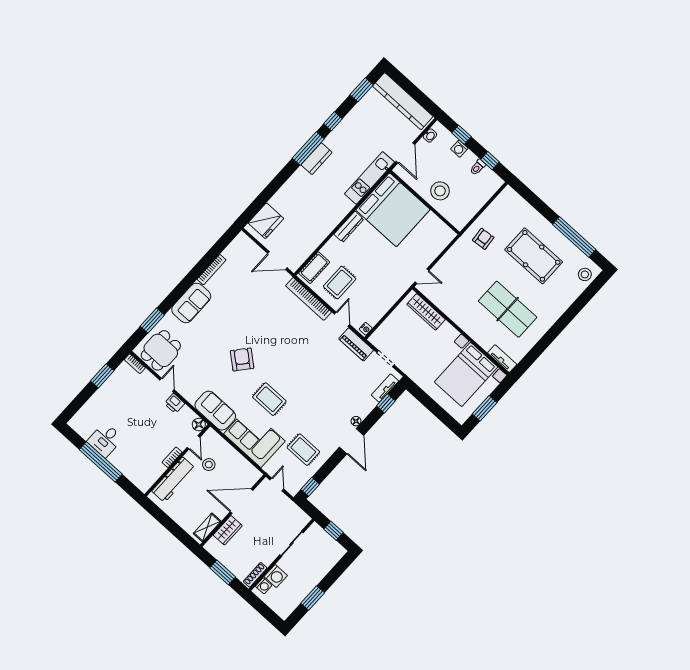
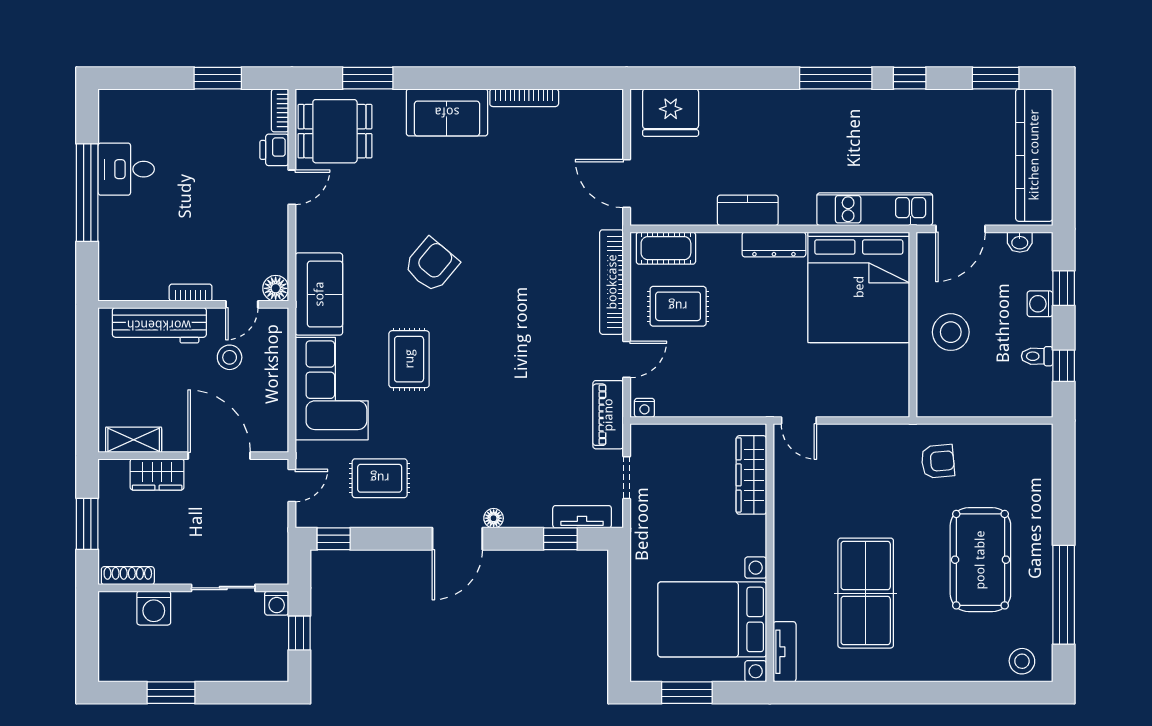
kitchen counter: (317, 159) -> (748, 210), moved, turned 180
printer: (174, 403) -> (274, 150), moved
rug: (303, 450) -> (380, 478), turned 90
washing machine: (264, 586) -> (277, 603), moved

